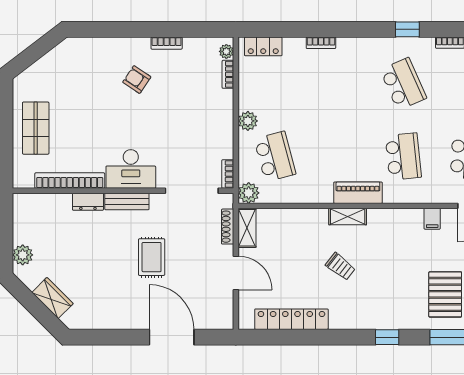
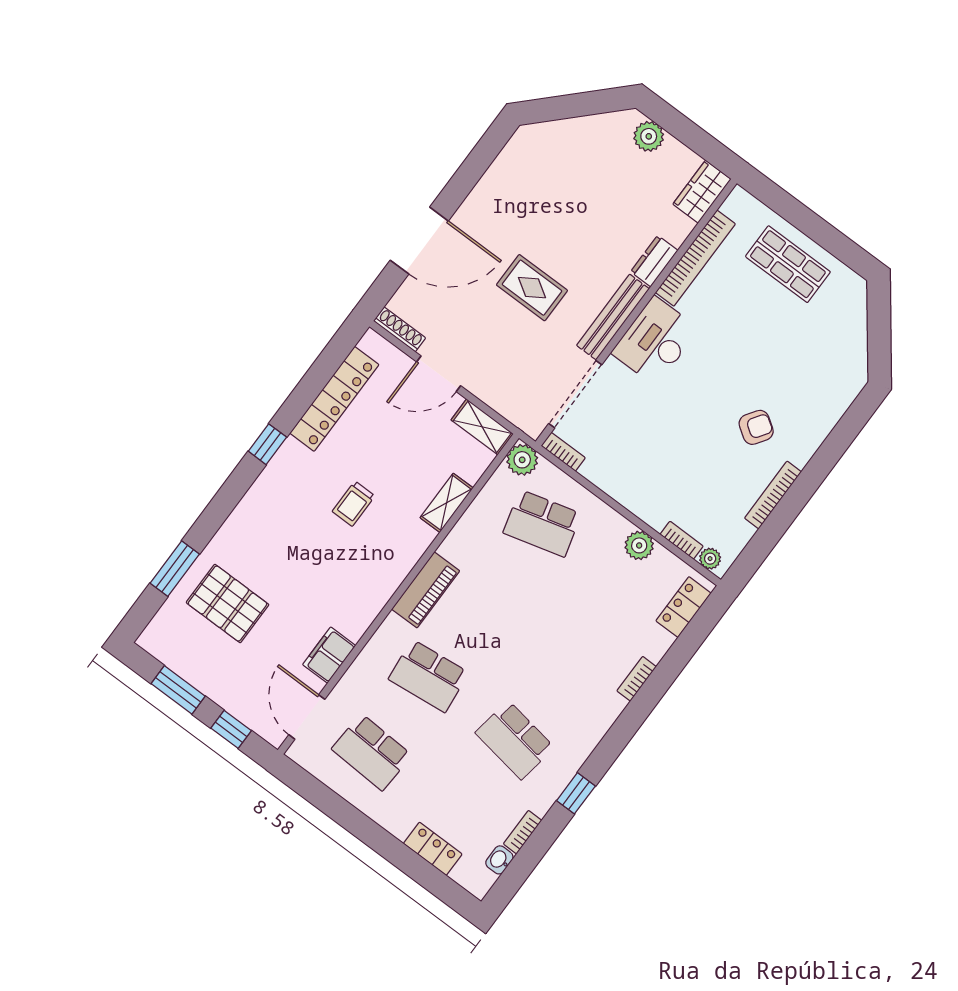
bookcase: (167, 43) -> (773, 495), width x1.56
school desk: (403, 84) -> (515, 740), turned 33
plant: (248, 121) -> (639, 545), moved
bench: (127, 201) -> (613, 317), width x1.36
shelving: (348, 216) -> (447, 503), moved
filing cabinet: (432, 219) -> (329, 655), width x2.00
shoe rack: (228, 227) -> (400, 329), moved
trolley: (340, 266) -> (354, 504), turned -38
wardrobe: (52, 298) -> (702, 192), moved, turned 135
window: (387, 337) -> (267, 444), moved

